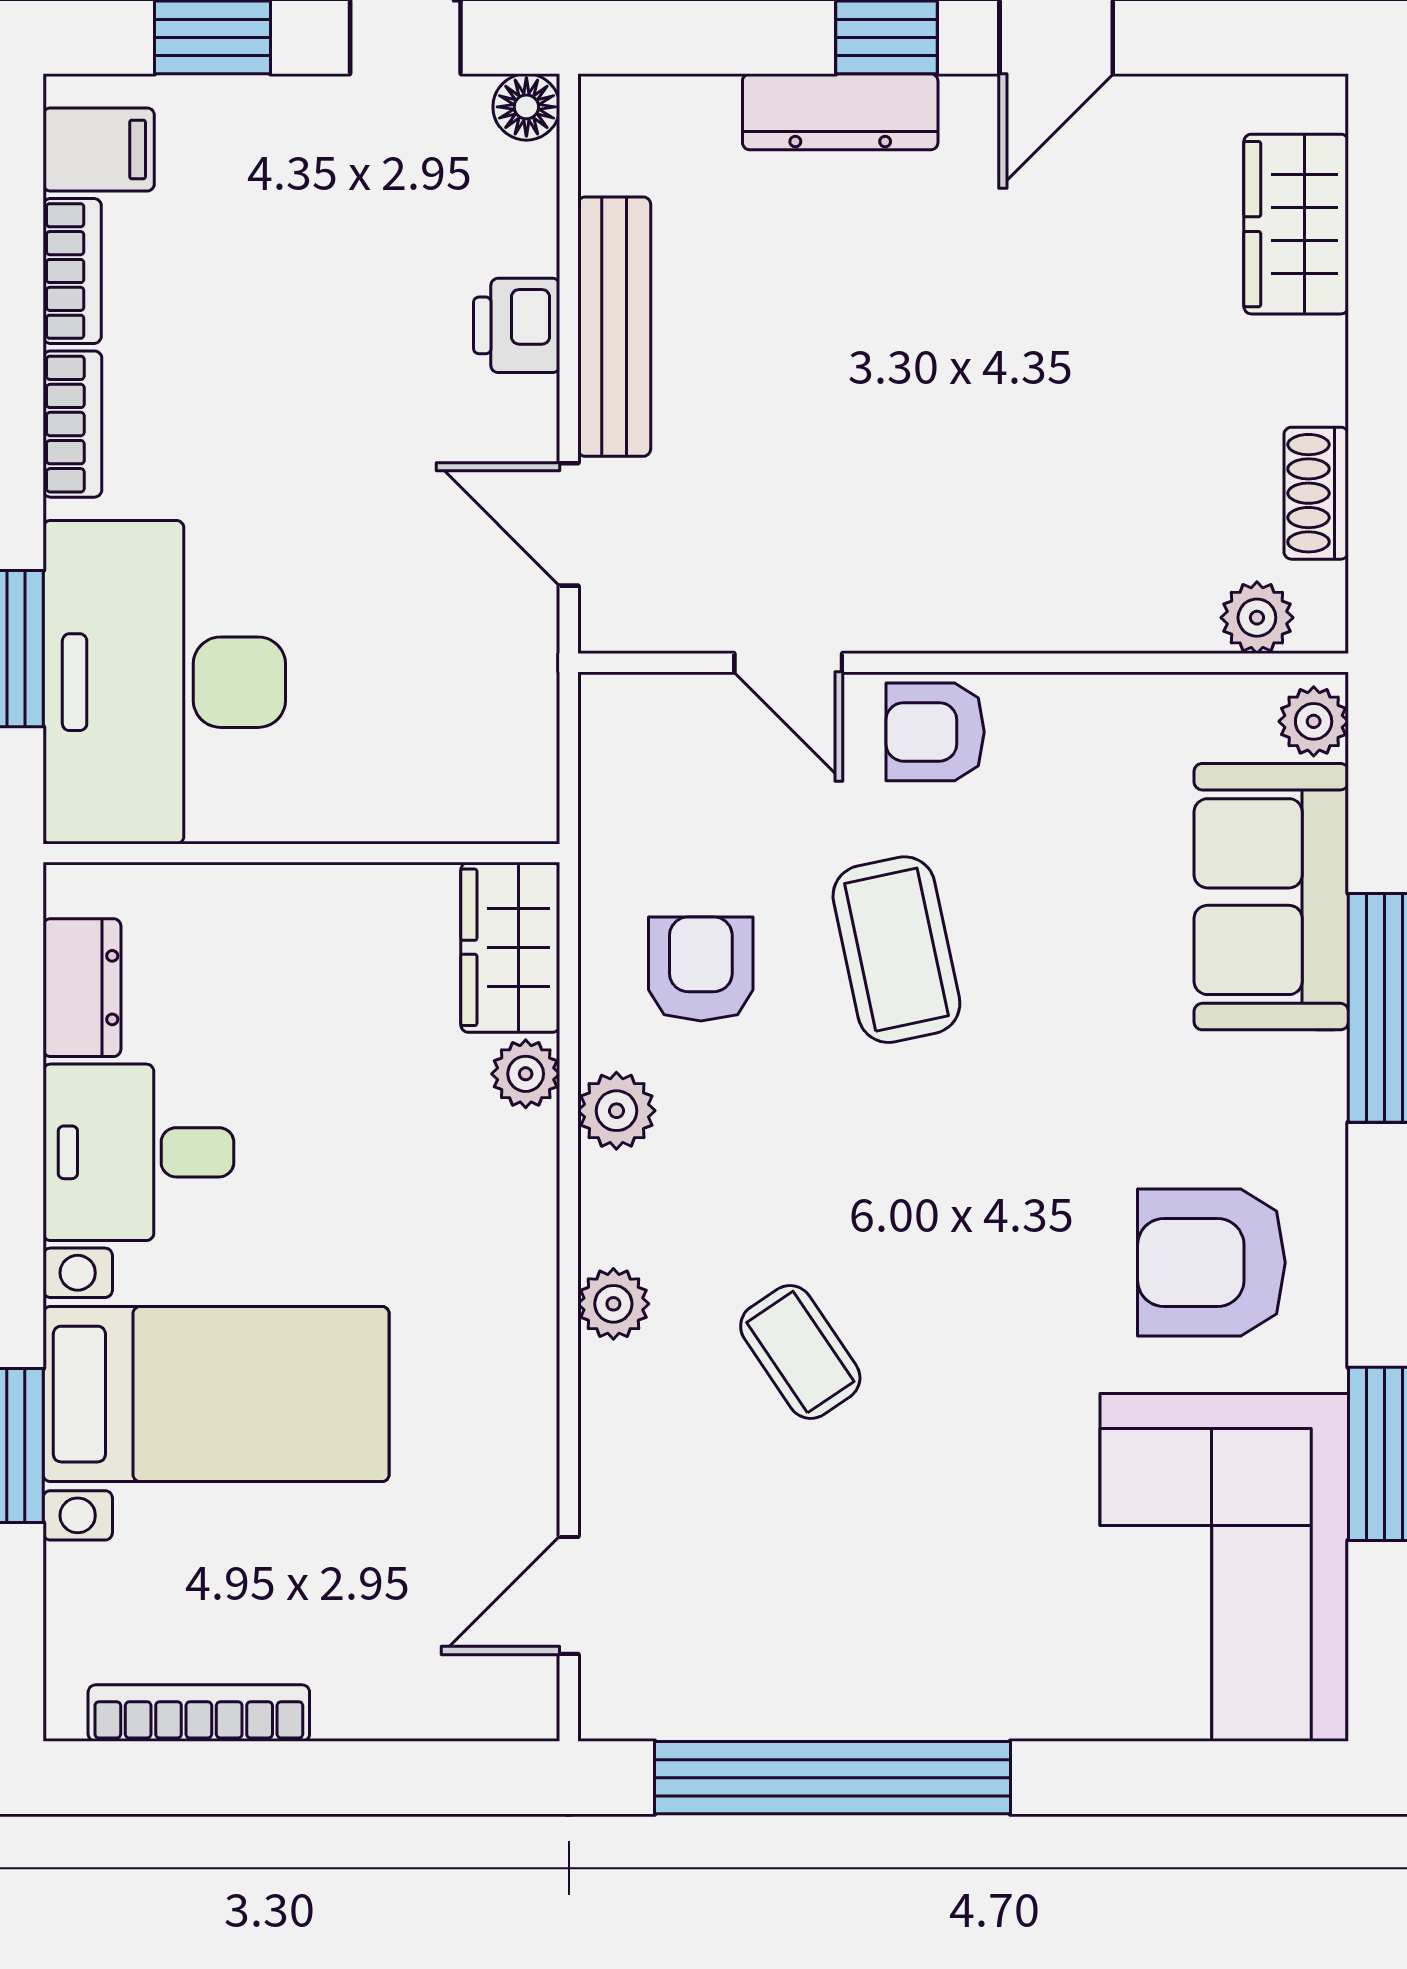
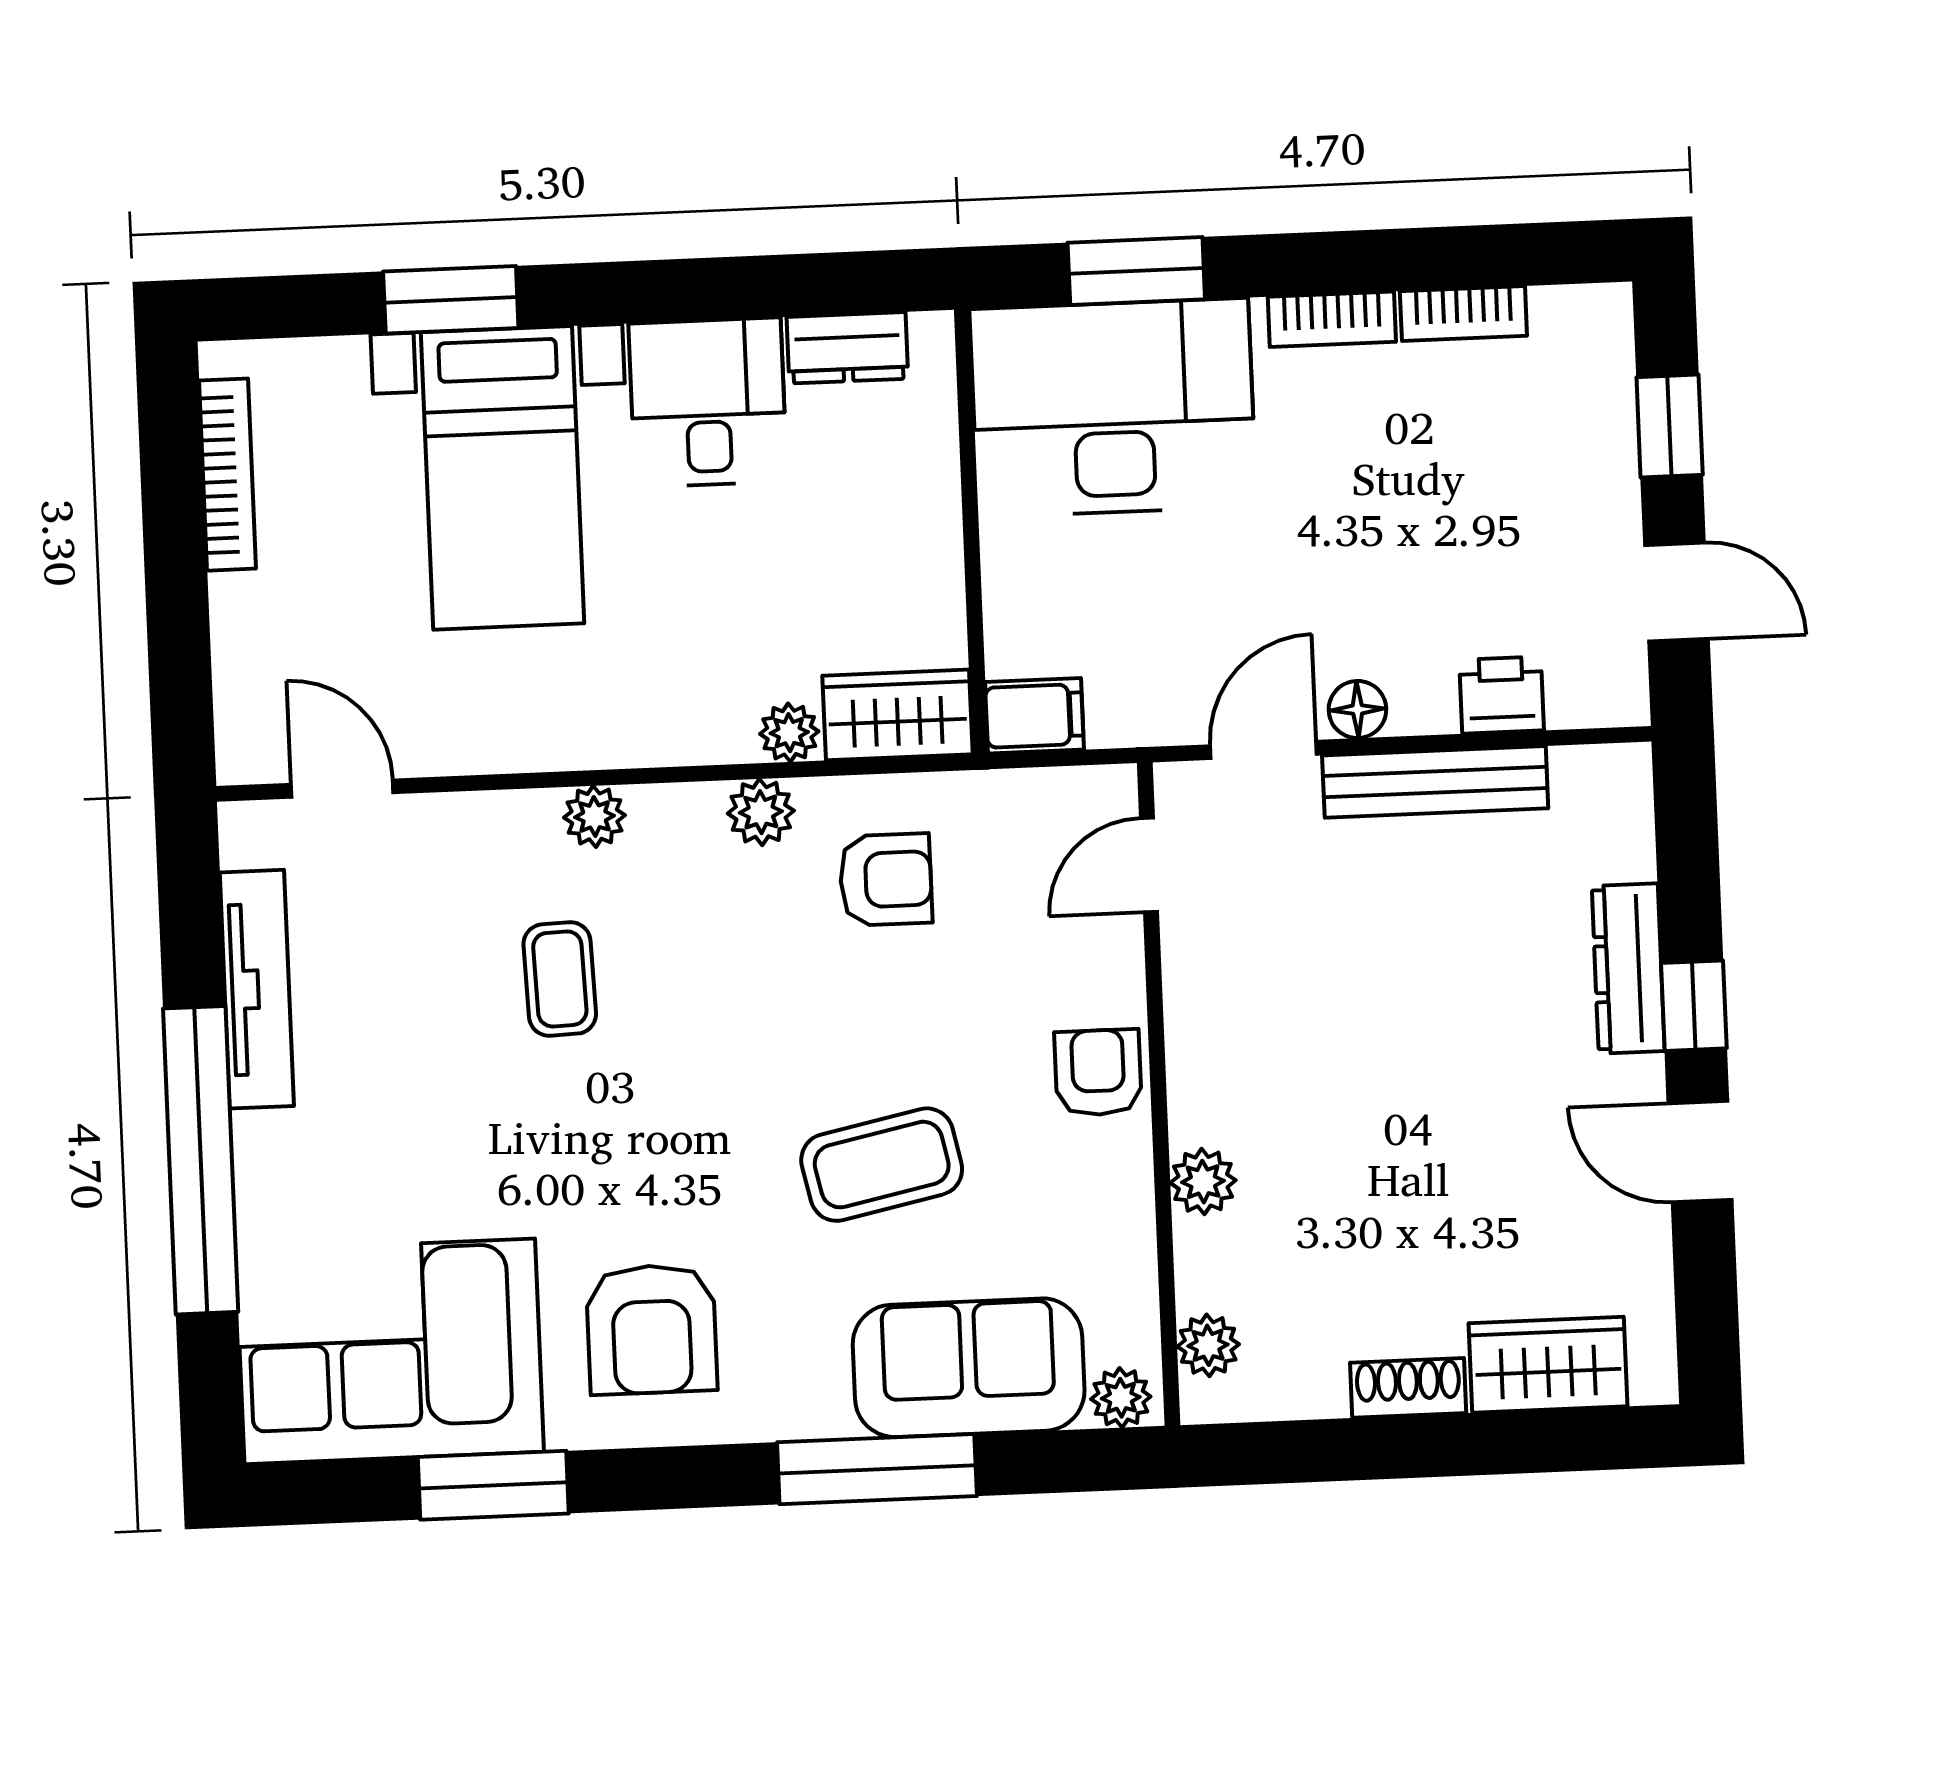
floor lamp: (526, 107) -> (1357, 709), moved
filing cabinet: (99, 149) -> (1034, 716), moved, turned -90
printer: (517, 325) -> (1502, 695), moved
shoe rack: (1316, 493) -> (1408, 1388), moved
plant: (1067, 615) -> (1203, 1182), added
door: (788, 663) -> (1149, 865), moved
coffee table: (896, 950) -> (882, 1165), moved
armchair: (1211, 1263) -> (652, 1329), turned 180
coffee table: (800, 1352) -> (560, 979), turned -58
tv unit: (797, 1704) -> (257, 989), added
window: (832, 1778) -> (201, 1160), moved

